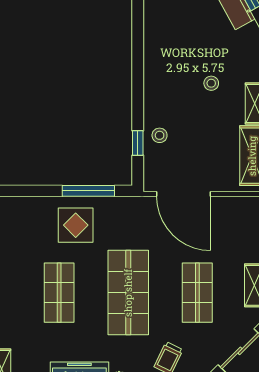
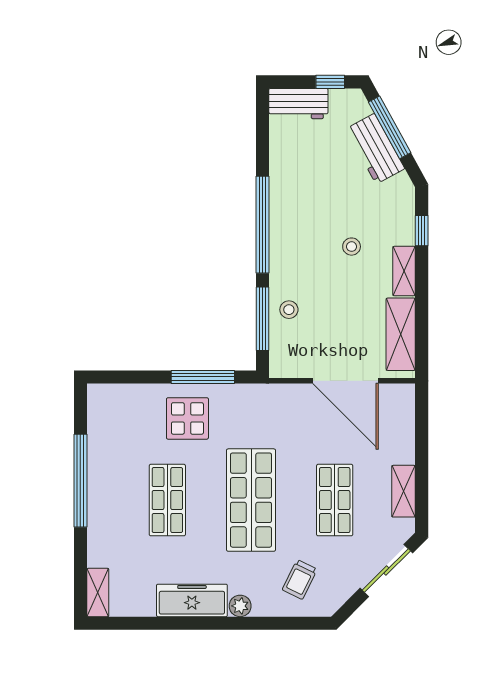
window: (138, 65) -> (263, 225), added
window: (138, 143) -> (263, 319), width x2.17
door: (184, 194) -> (345, 381), moved

